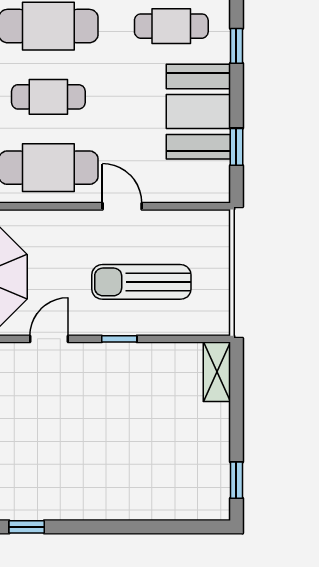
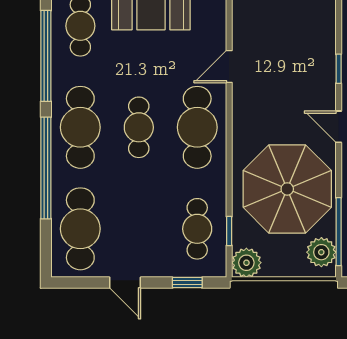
sun lounger: (141, 282) -> (292, 51), removed

